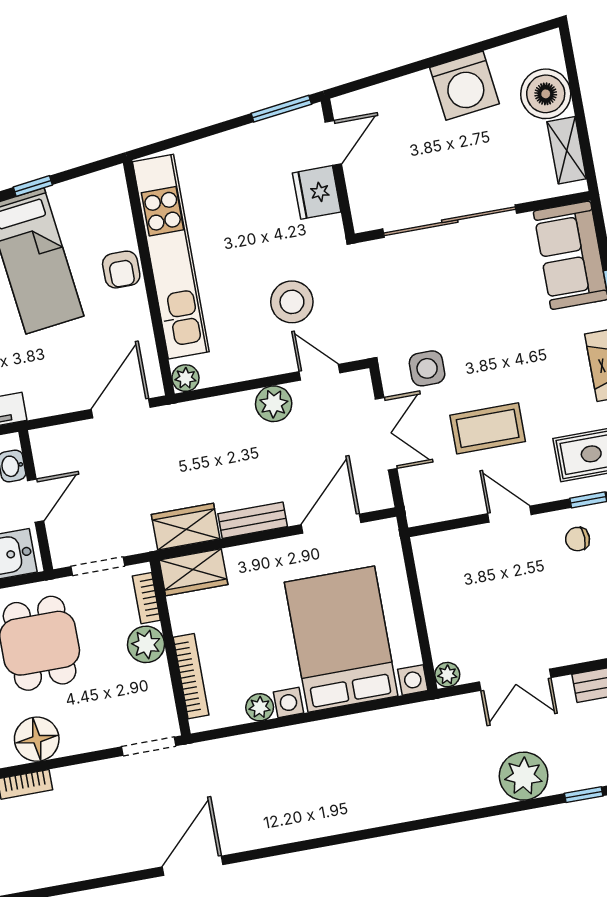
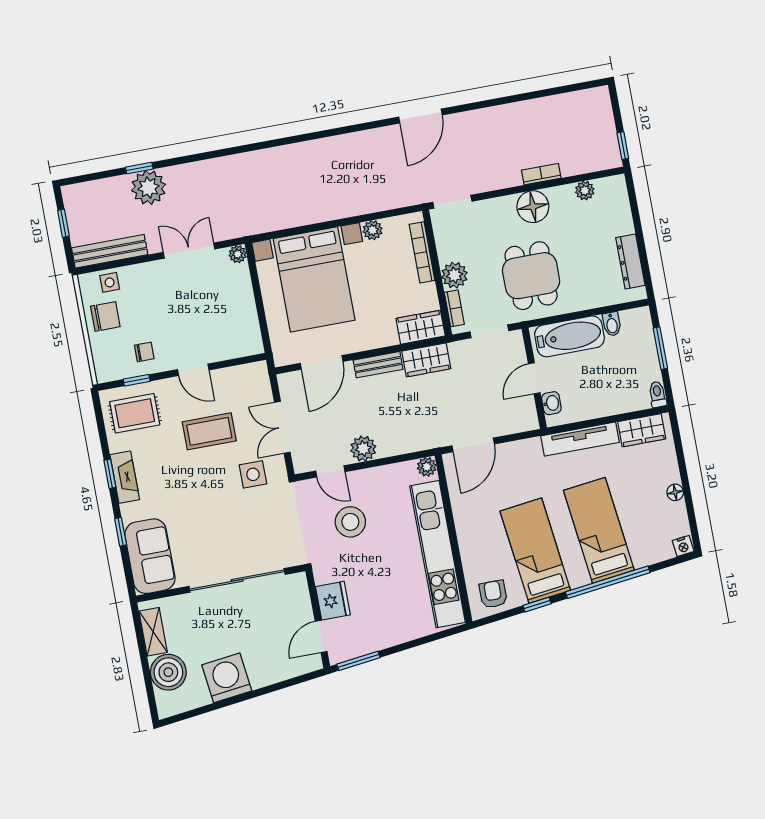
armchair: (121, 270) -> (493, 594), moved
plant: (524, 776) -> (149, 188), moved

